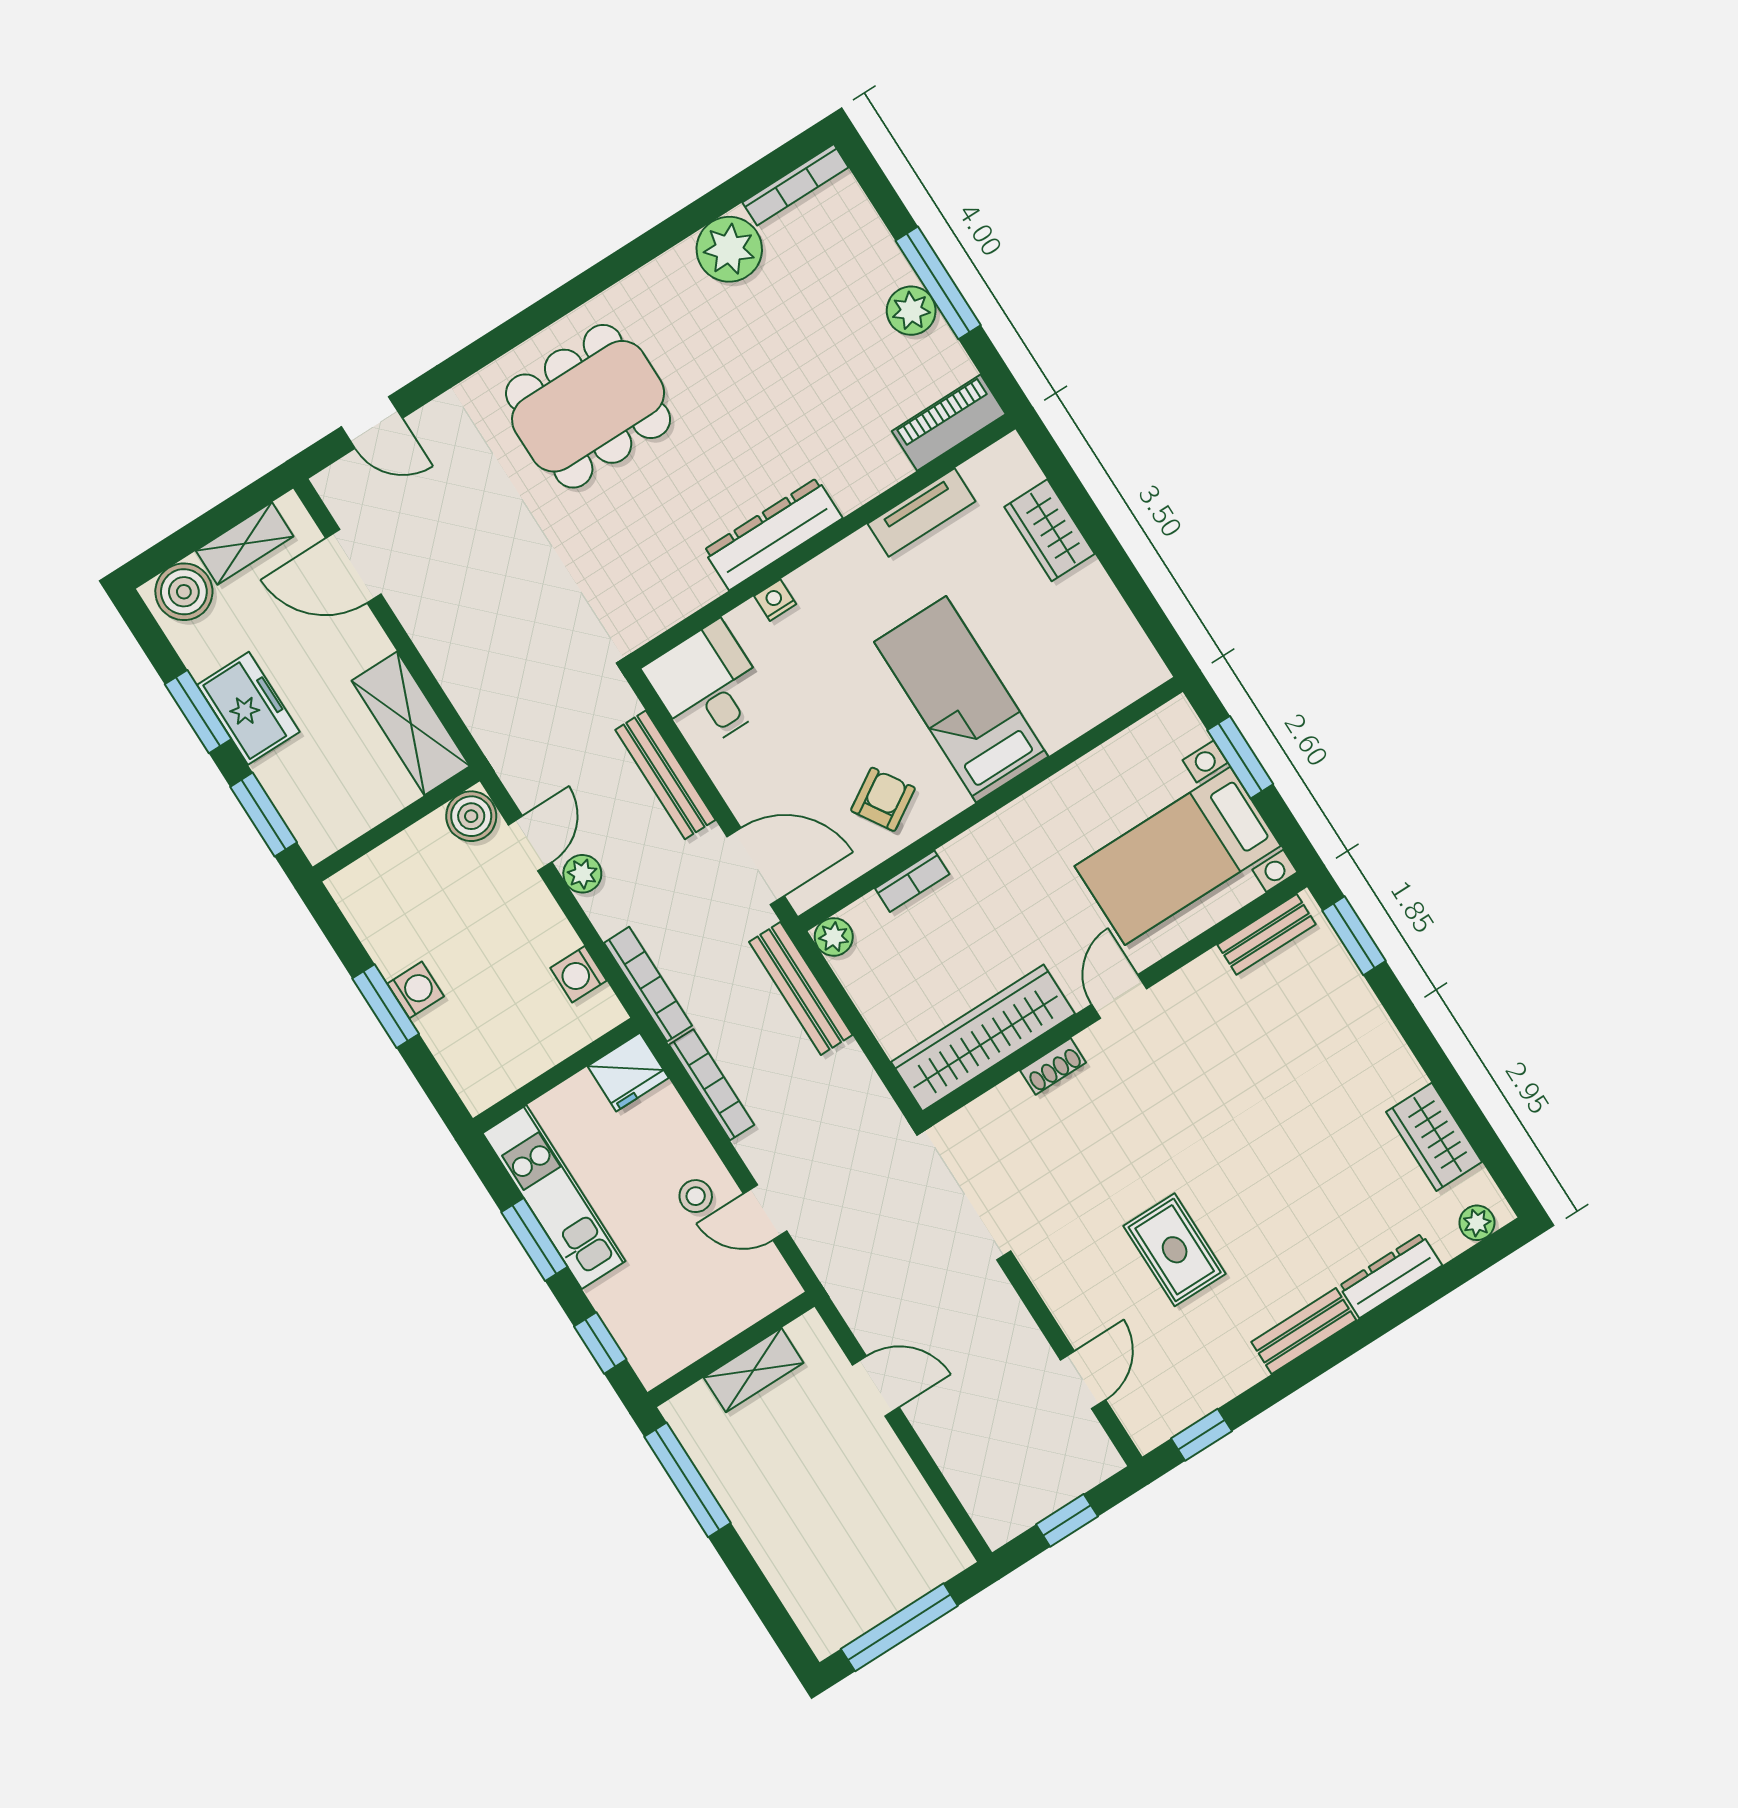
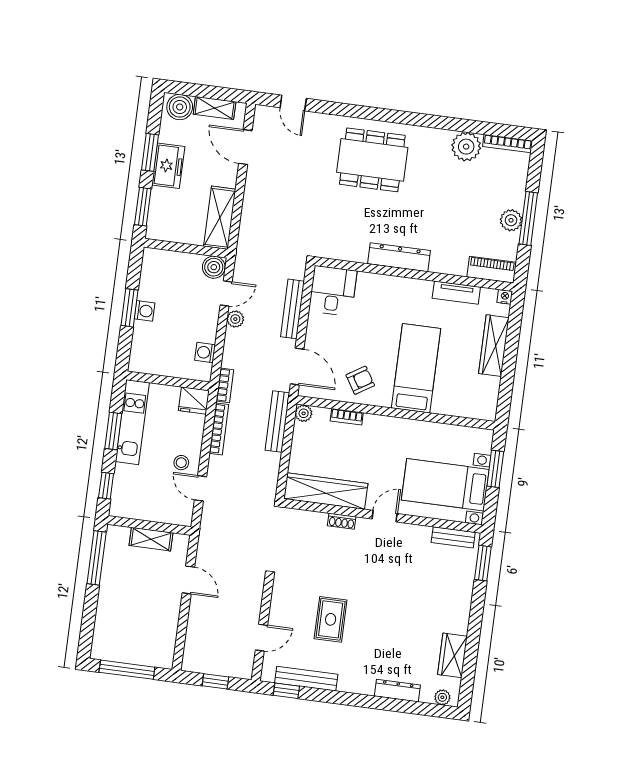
wardrobe: (1049, 530) -> (494, 346), width x1.50
nightstand: (775, 600) -> (505, 297), moved
bookcase: (648, 984) -> (225, 385), width x0.64
bench: (1304, 1331) -> (306, 679), moved, width x1.36

